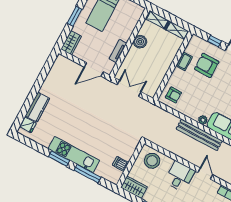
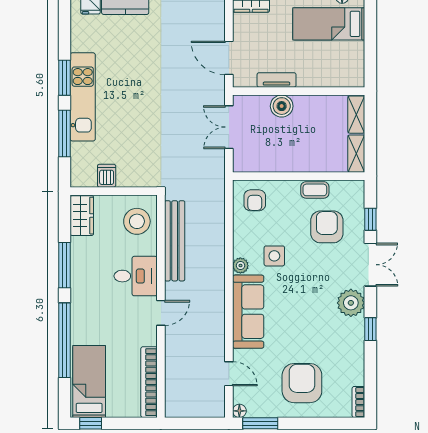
boiler: (140, 42) -> (282, 106), moved
double door: (129, 88) -> (229, 127), swing flipped
side table: (207, 100) -> (274, 256), added
bench: (199, 135) -> (175, 241), moved

